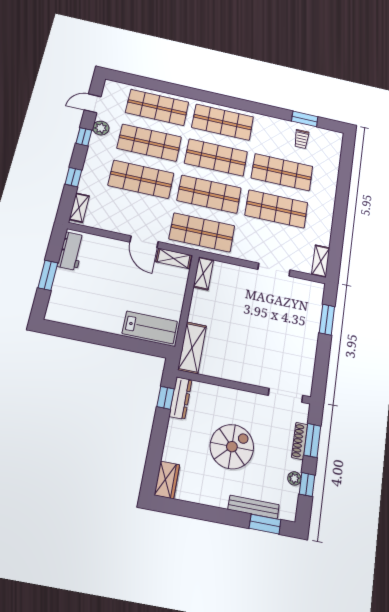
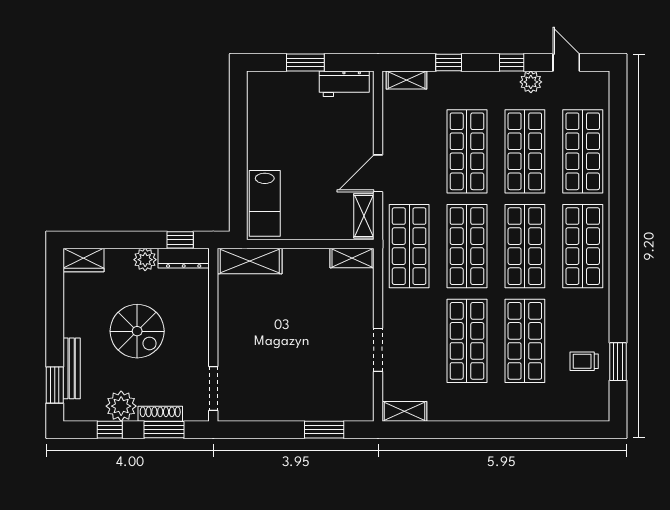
plant: (176, 429) -> (145, 260), added
plant: (294, 478) -> (121, 406), width x1.88, depth x1.88

